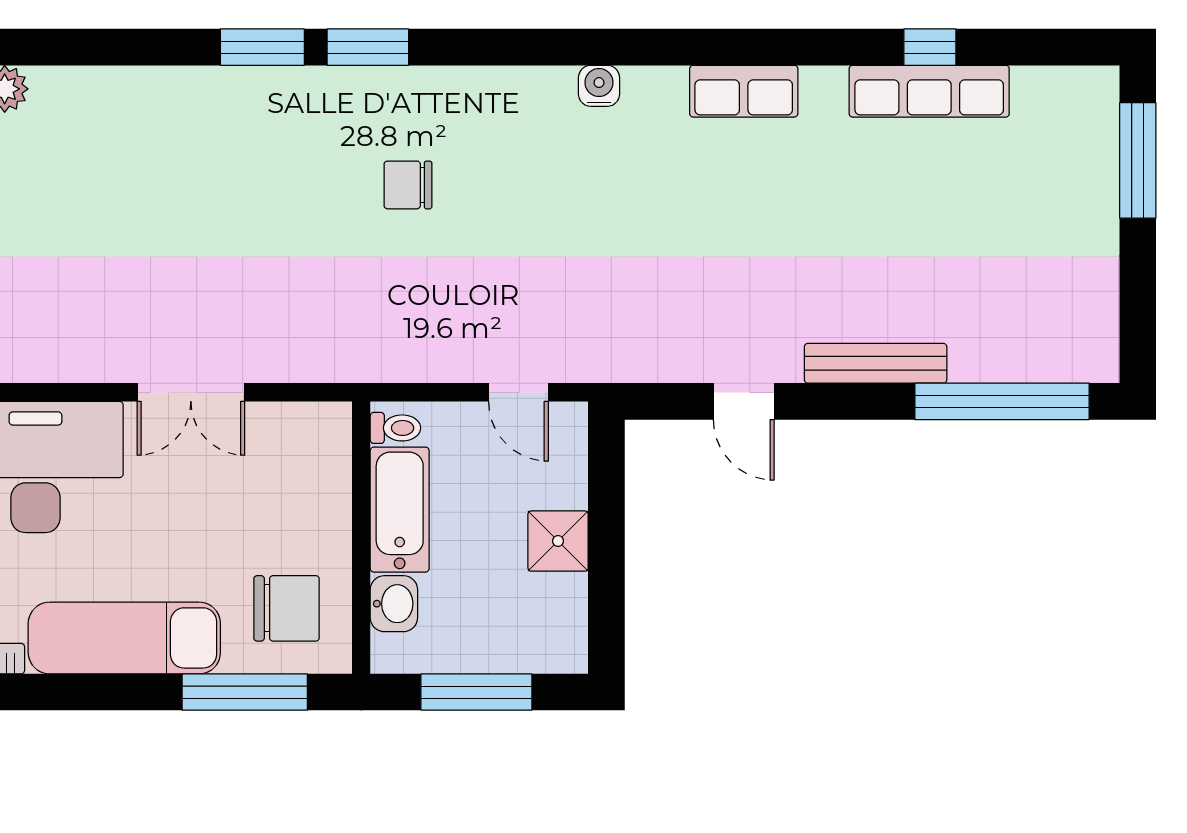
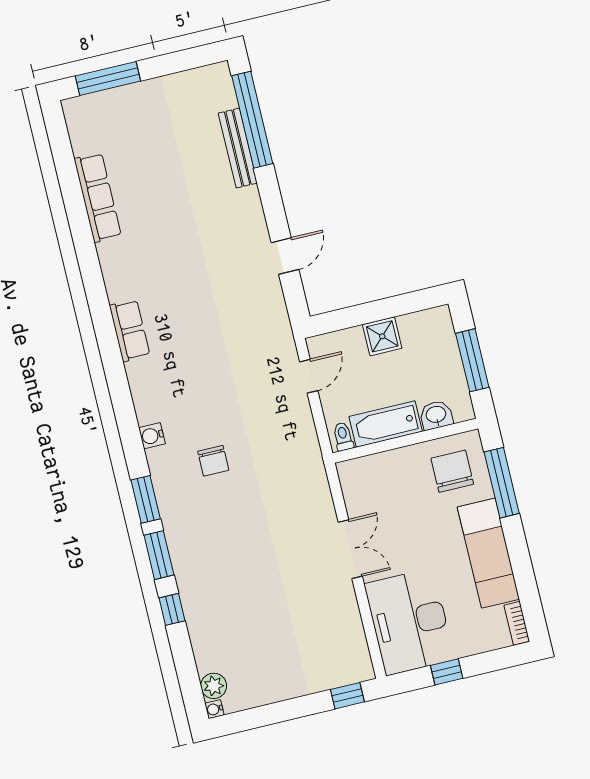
window: (930, 47) -> (172, 609), moved
water cooler: (599, 86) -> (152, 436), moved
row of seats: (744, 91) -> (130, 330), moved
bench: (876, 363) -> (238, 148), moved

